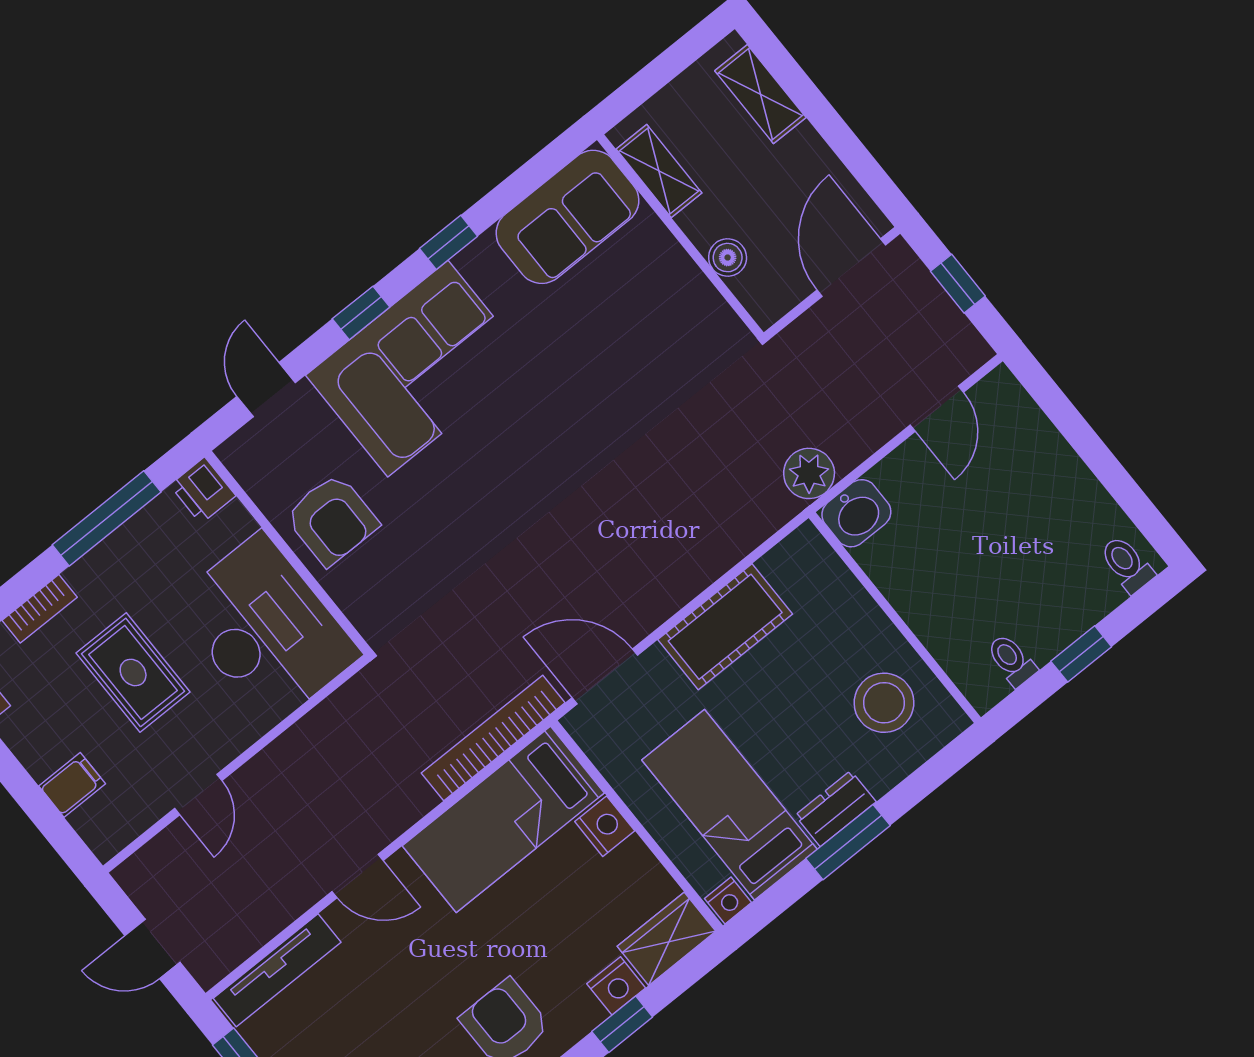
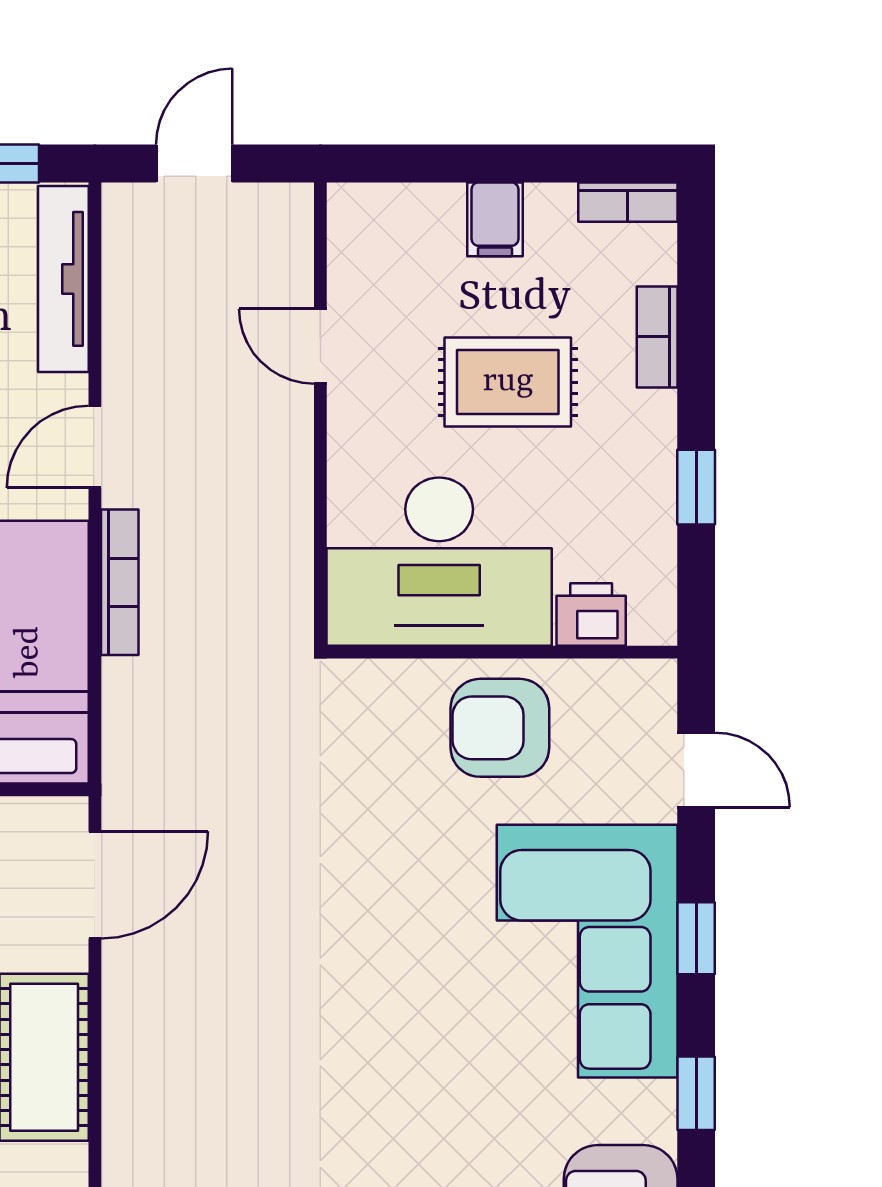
printer: (203, 490) -> (591, 615), moved
window: (107, 518) -> (696, 487), width x0.46
bookcase: (493, 738) -> (120, 582), moved, width x0.68, depth x0.76
filing cabinet: (72, 785) -> (495, 219), moved

